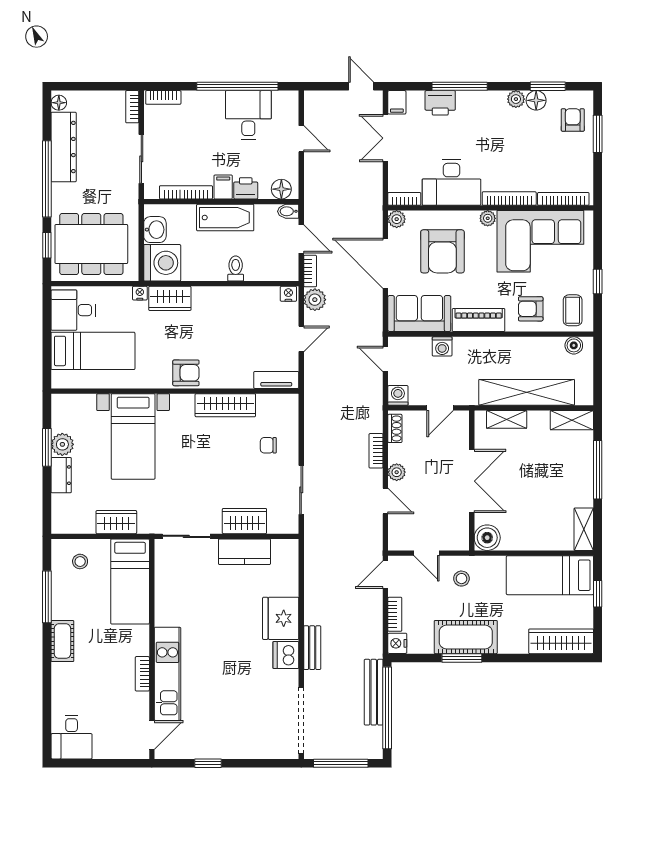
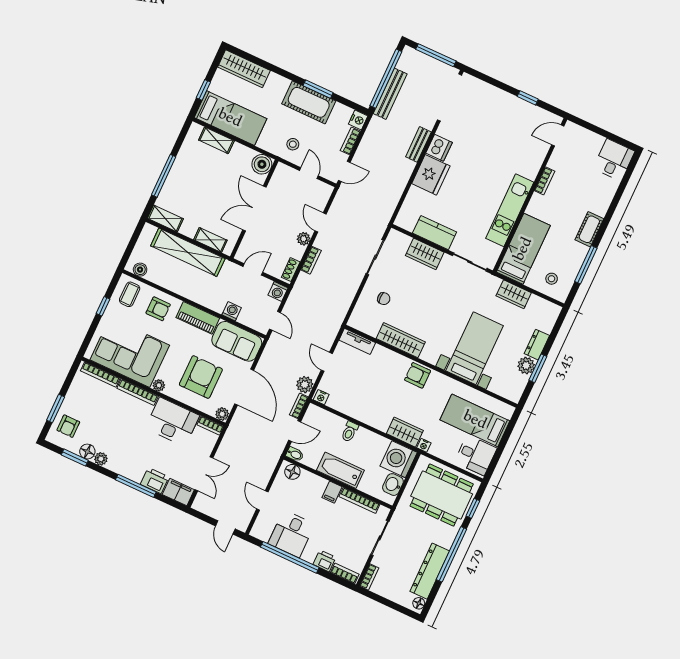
door: (361, 86) -> (225, 527), moved
filing cabinet: (397, 102) -> (178, 492), width x2.00
printer: (246, 188) -> (324, 561), moved, turned 180
door: (301, 239) -> (295, 431), swing flipped
door: (301, 339) -> (327, 362), hinge flipped
shelving: (584, 529) -> (216, 140), moved, turned 90
kitchen unit: (167, 674) -> (510, 210), moved

